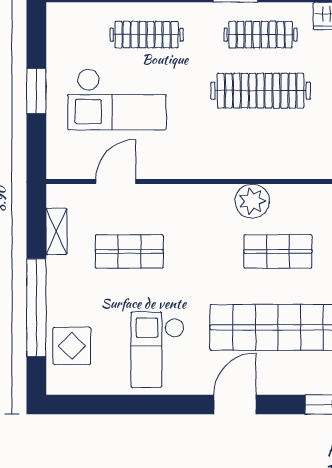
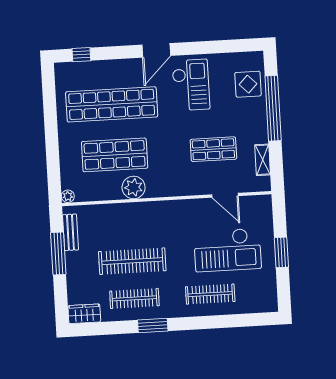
checkout: (117, 99) -> (228, 250), turned 180
door: (116, 182) -> (225, 195), hinge flipped
shop shelf: (278, 251) -> (115, 155), width x1.43, depth x1.36
door: (235, 405) -> (156, 50), moved

